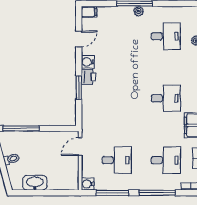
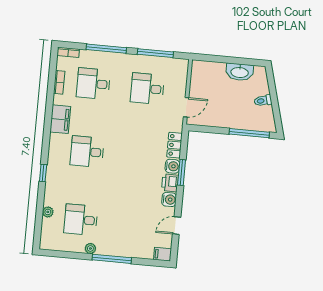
plant: (138, 11) -> (90, 248), moved
locker: (87, 111) -> (174, 145), added
water cooler: (88, 184) -> (172, 166), moved

